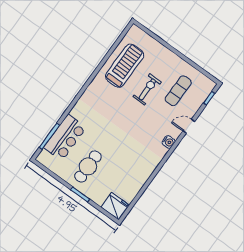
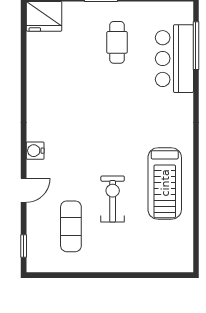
treadmill: (125, 66) -> (165, 183), moved
exercise bike: (147, 89) -> (113, 199), turned 180
cafe table: (88, 167) -> (117, 42), width x0.73, depth x0.74

